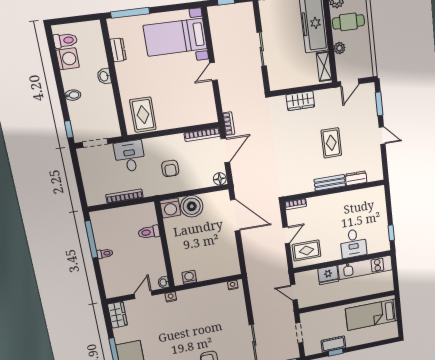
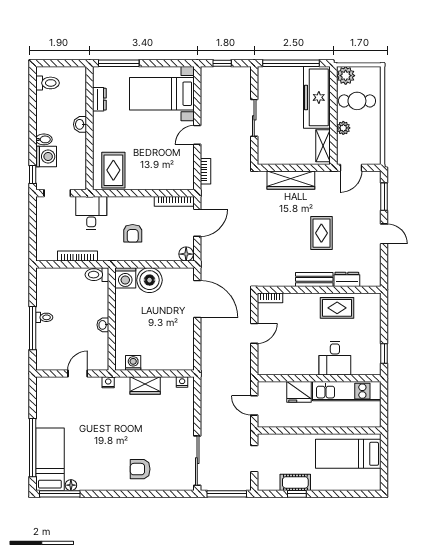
washing machine: (68, 59) -> (46, 157), moved
wardrobe: (300, 101) -> (291, 180), width x1.50
bookcase: (229, 124) -> (206, 171), moved
toilet: (149, 232) -> (97, 275), moved
window: (91, 239) -> (33, 328), moved
rug: (307, 250) -> (337, 308), moved
washbasin: (164, 282) -> (103, 325), moved
wardrobe: (117, 315) -> (145, 386), moved, turned 90

